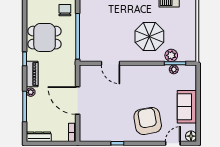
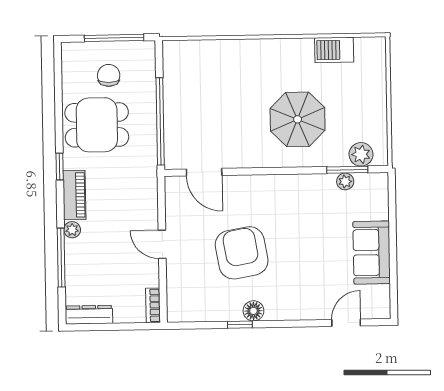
chair: (65, 10) -> (109, 75), moved
plant: (171, 55) -> (361, 154), moved
door: (110, 63) -> (204, 172), moved
door: (78, 101) -> (162, 244), width x0.53
armchair: (148, 121) -> (242, 253), moved
floor lamp: (191, 136) -> (253, 311), moved

